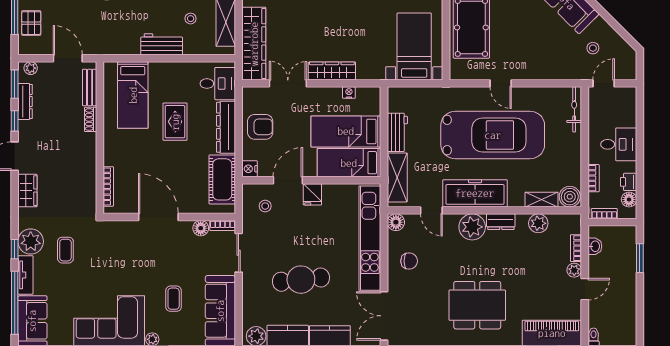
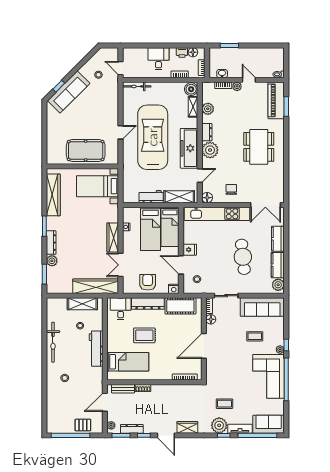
workbench: (162, 44) -> (96, 349), width x1.38

